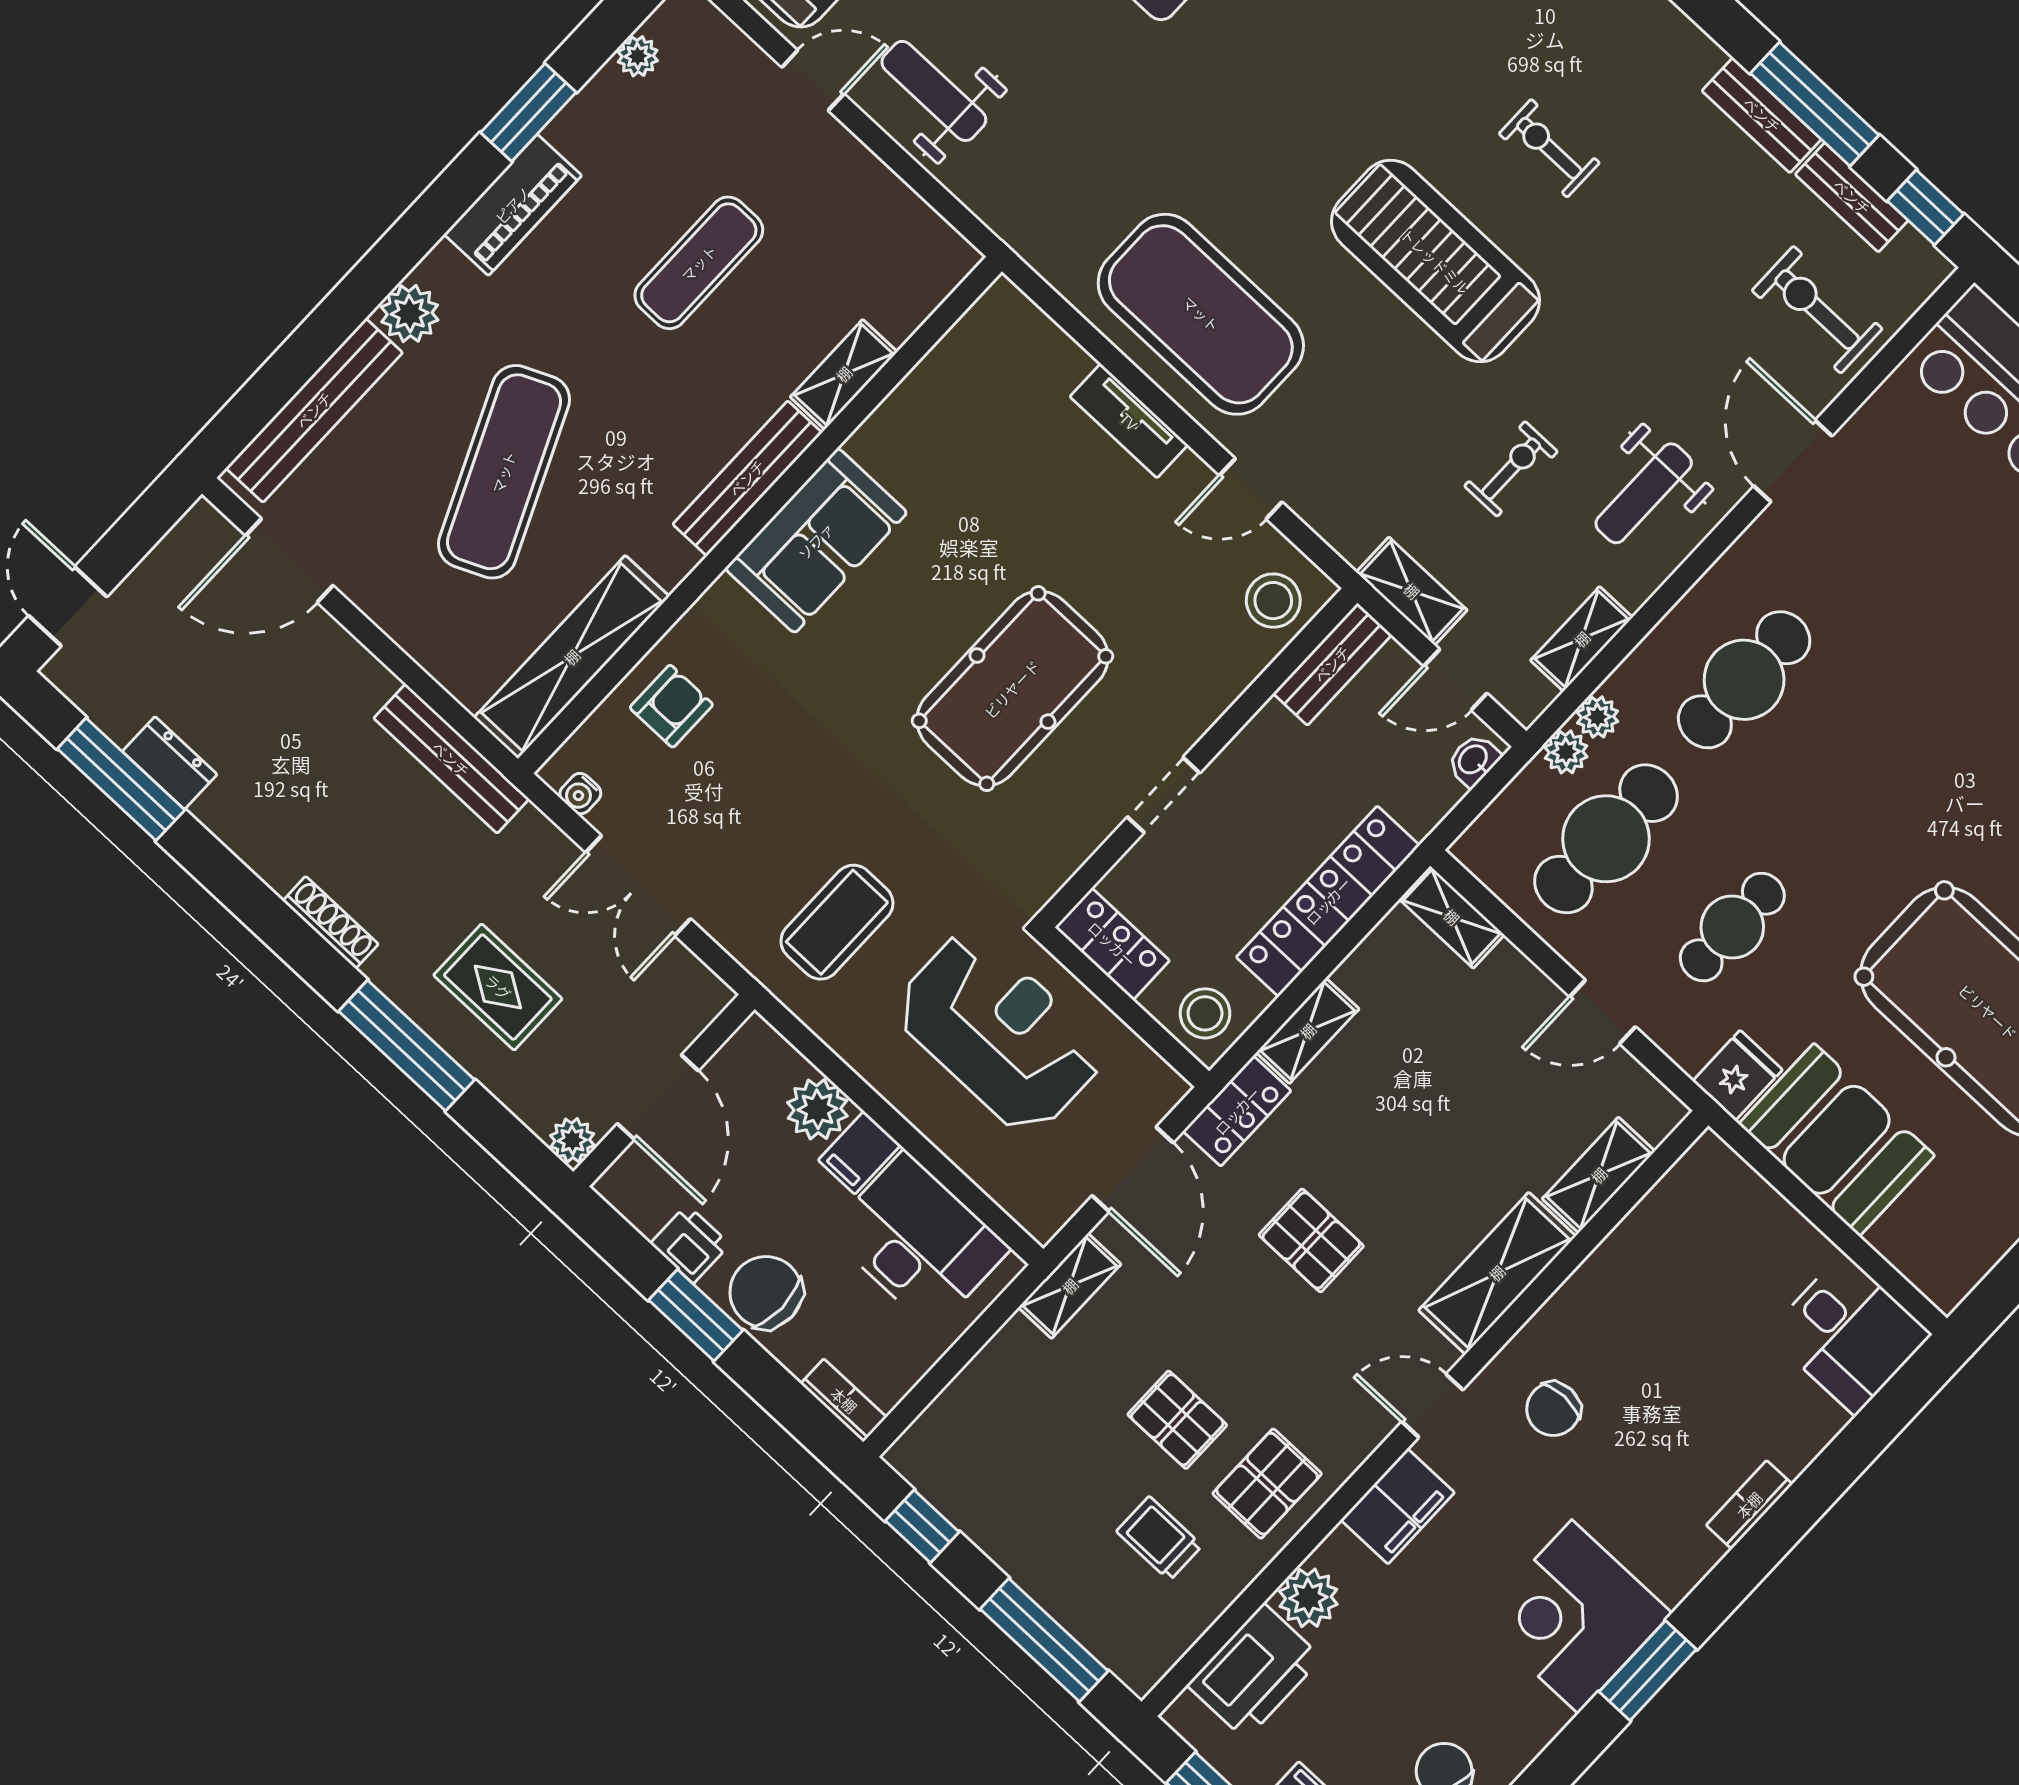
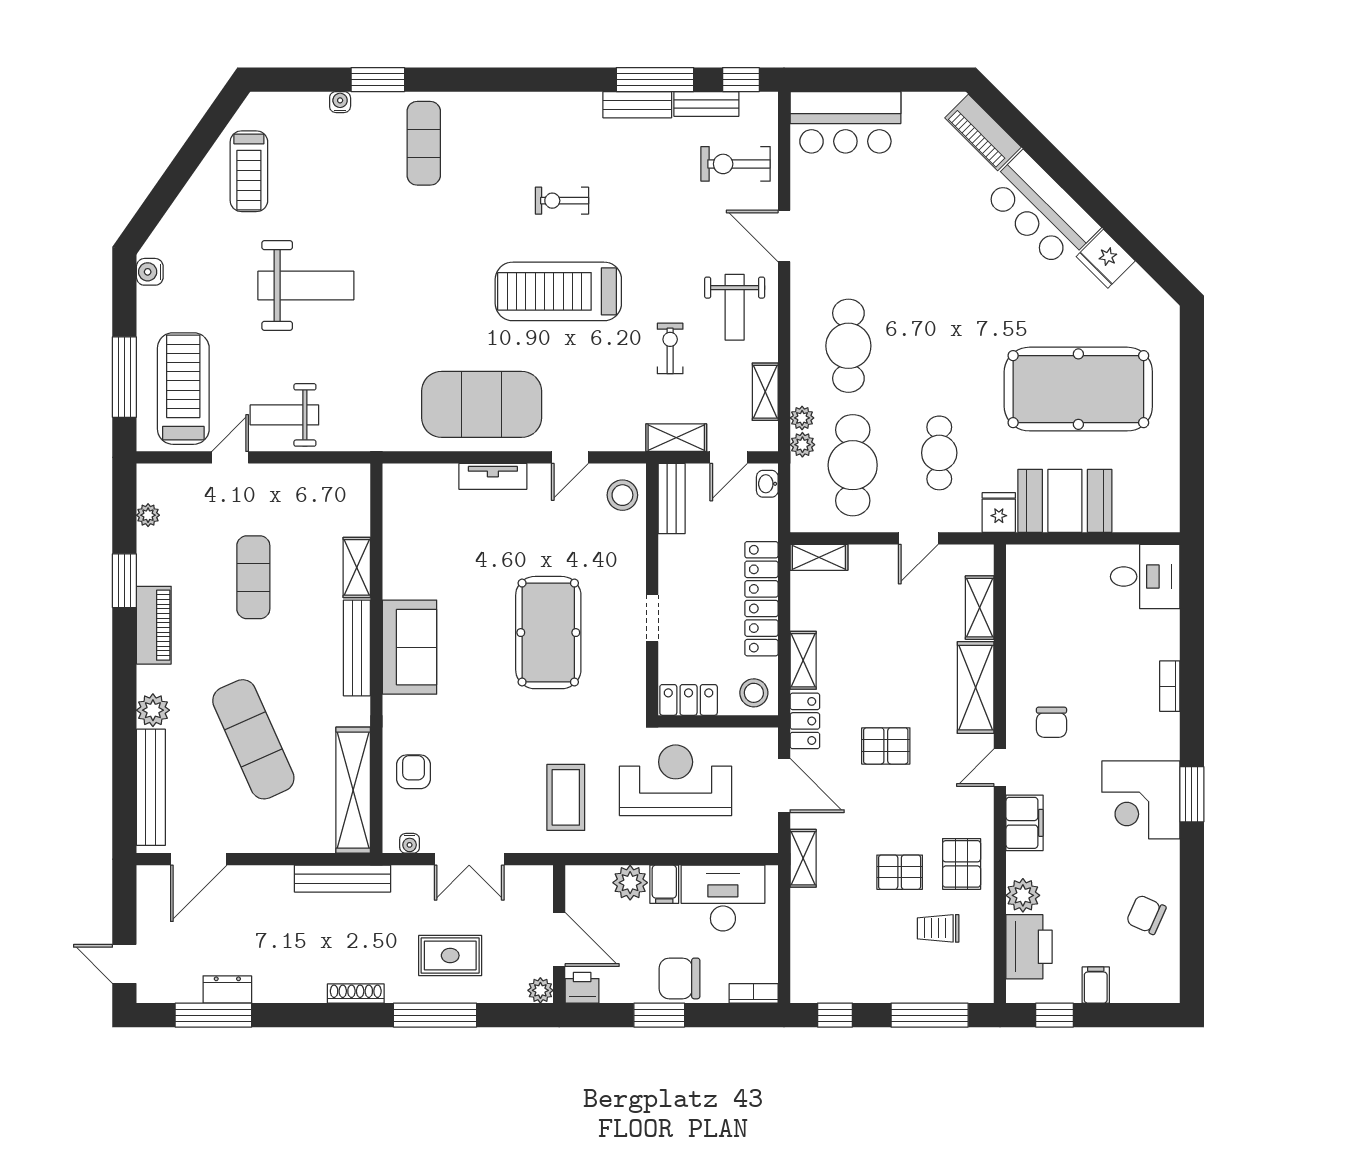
printer: (690, 1244) -> (582, 988), moved

